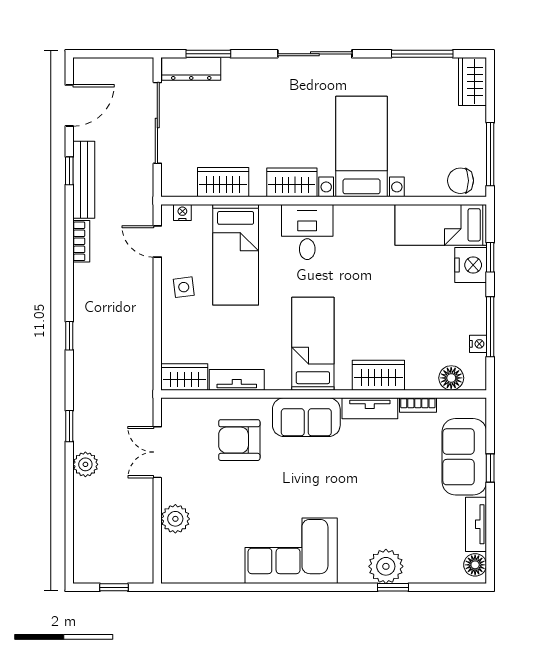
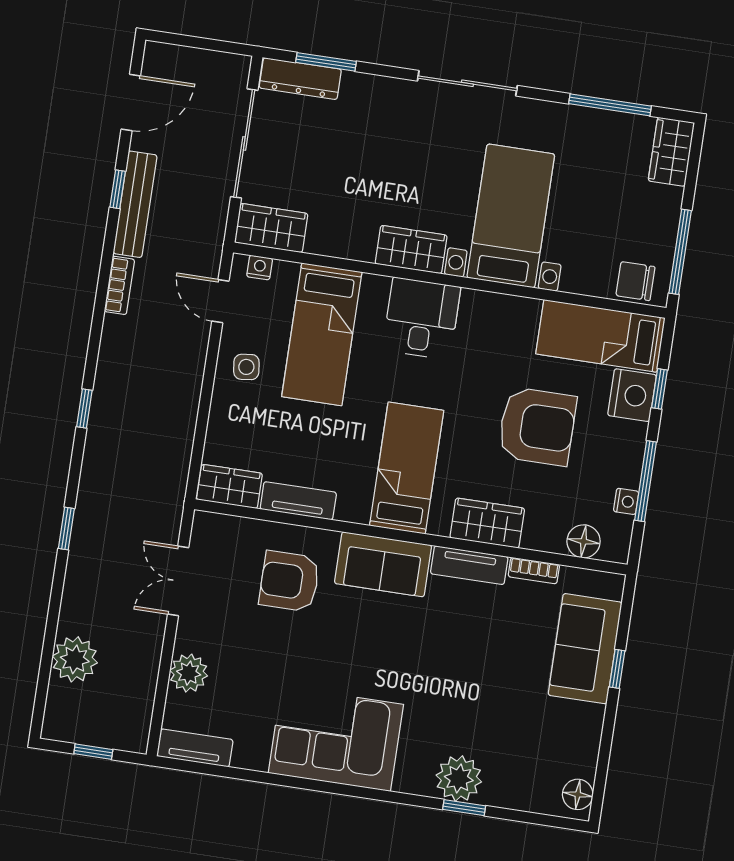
wardrobe: (223, 182) -> (271, 228), moved
armchair: (404, 299) -> (537, 426), added
plant: (85, 464) -> (75, 659), moved, width x1.36, depth x1.36
tv unit: (476, 524) -> (195, 748), moved, turned 90

